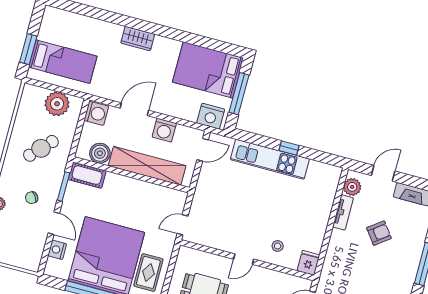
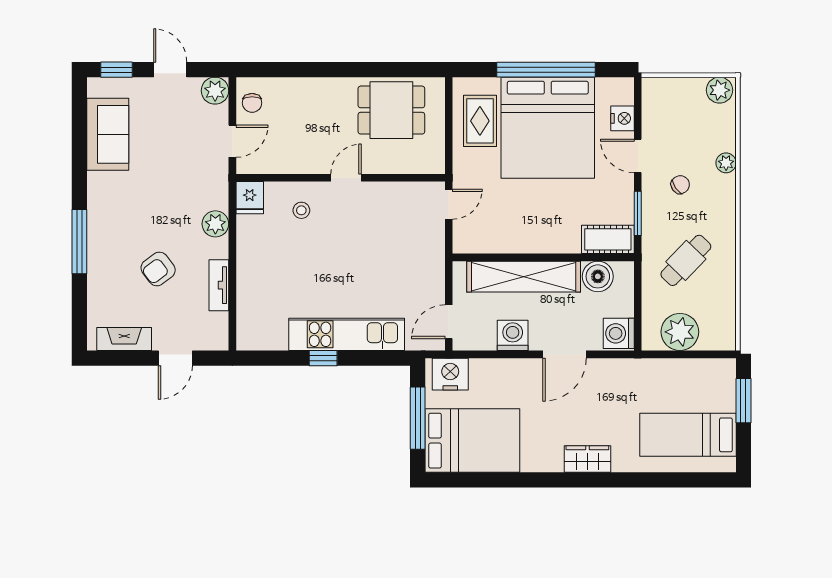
bed: (63, 62) -> (688, 435), moved
plant: (352, 187) -> (215, 224), moved

